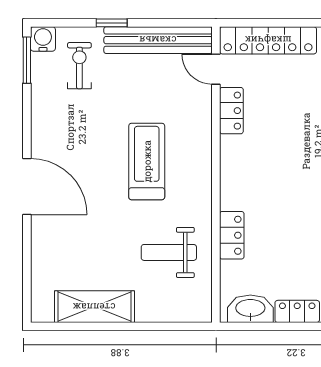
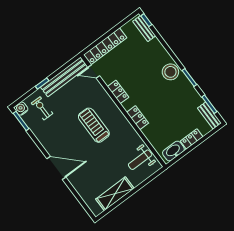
locker: (231, 111) -> (118, 92), moved
locker: (232, 235) -> (138, 118), moved
weight bench: (169, 252) -> (140, 160), moved

